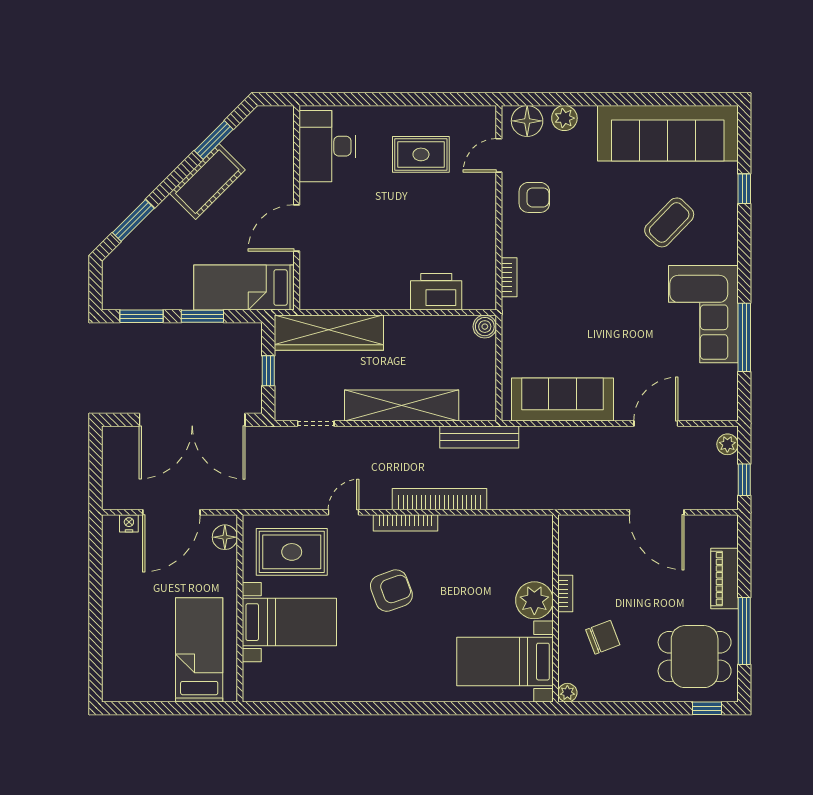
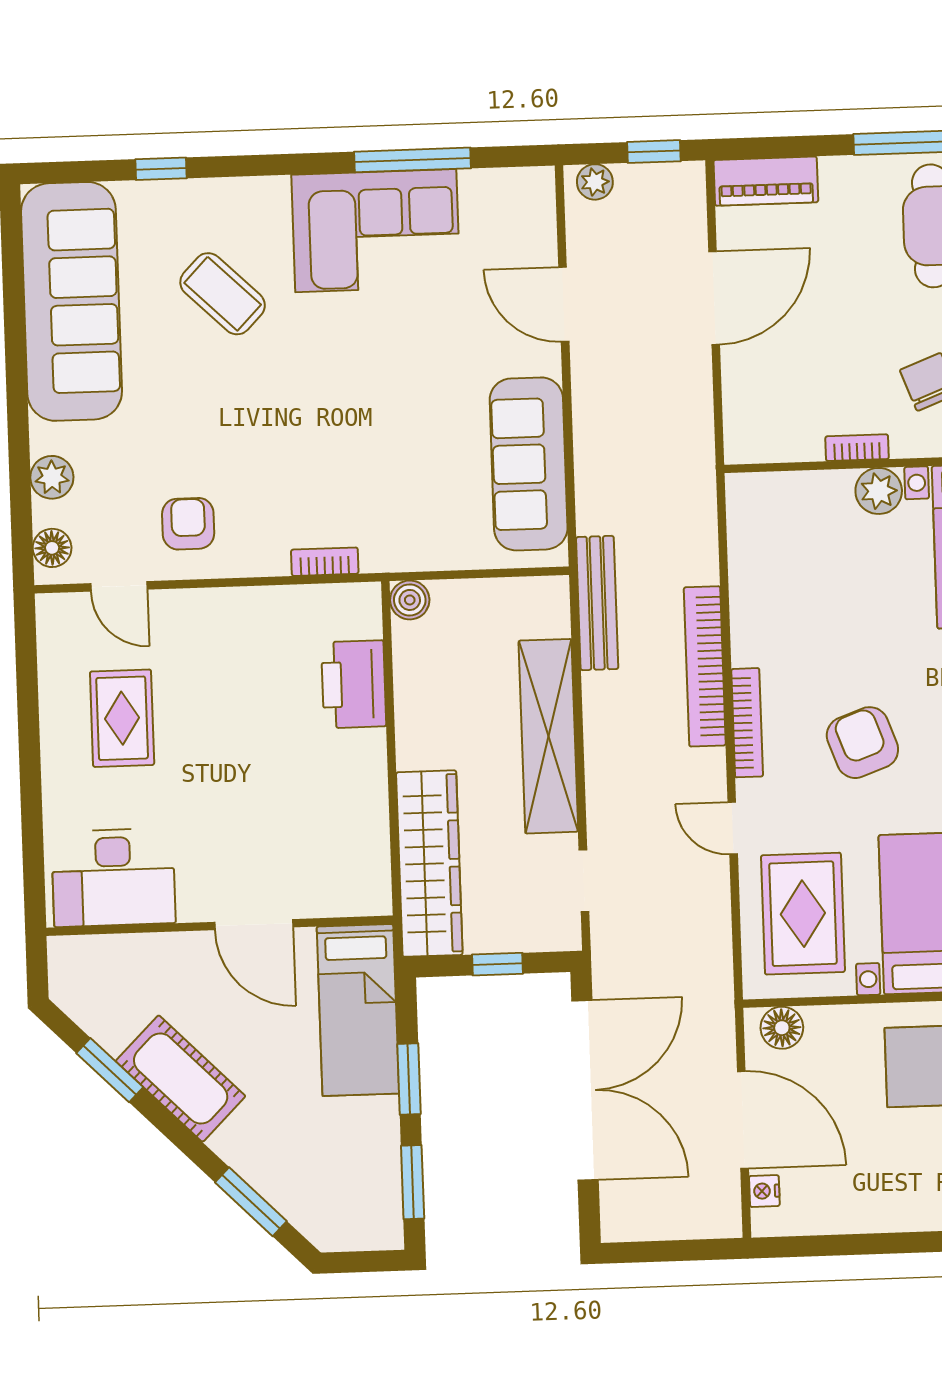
floor lamp: (527, 121) -> (52, 548), width x0.73, depth x0.73
piano: (724, 579) -> (766, 181), moved
plant: (534, 600) -> (879, 491), width x0.73, depth x0.73

